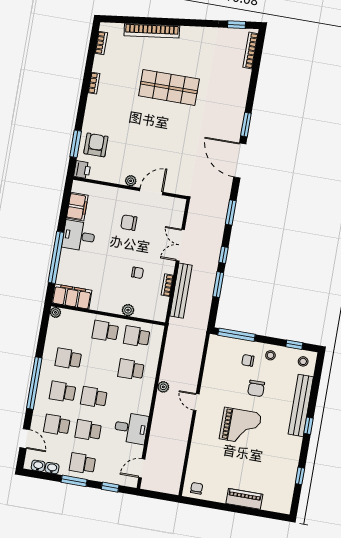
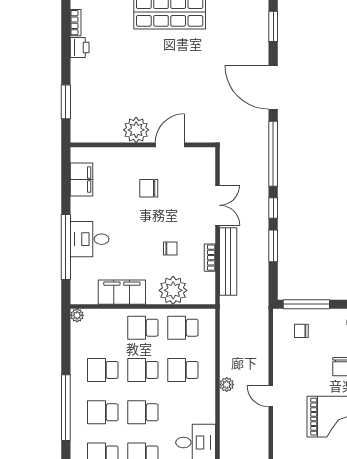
window: (246, 125) -> (273, 26), moved
armchair: (96, 145) -> (91, 99), removed
printer: (82, 170) -> (80, 48), moved
plant: (131, 181) -> (136, 130), width x1.87, depth x1.87
window: (231, 212) -> (273, 154), width x2.11
desk: (79, 236) -> (90, 239), moved
double door: (180, 245) -> (217, 205), swing flipped
filing cabinet: (72, 297) -> (122, 292), moved
plant: (128, 310) -> (173, 290), width x1.88, depth x1.88
chair: (248, 360) -> (301, 331), moved
school desk: (100, 364) -> (143, 370), added

